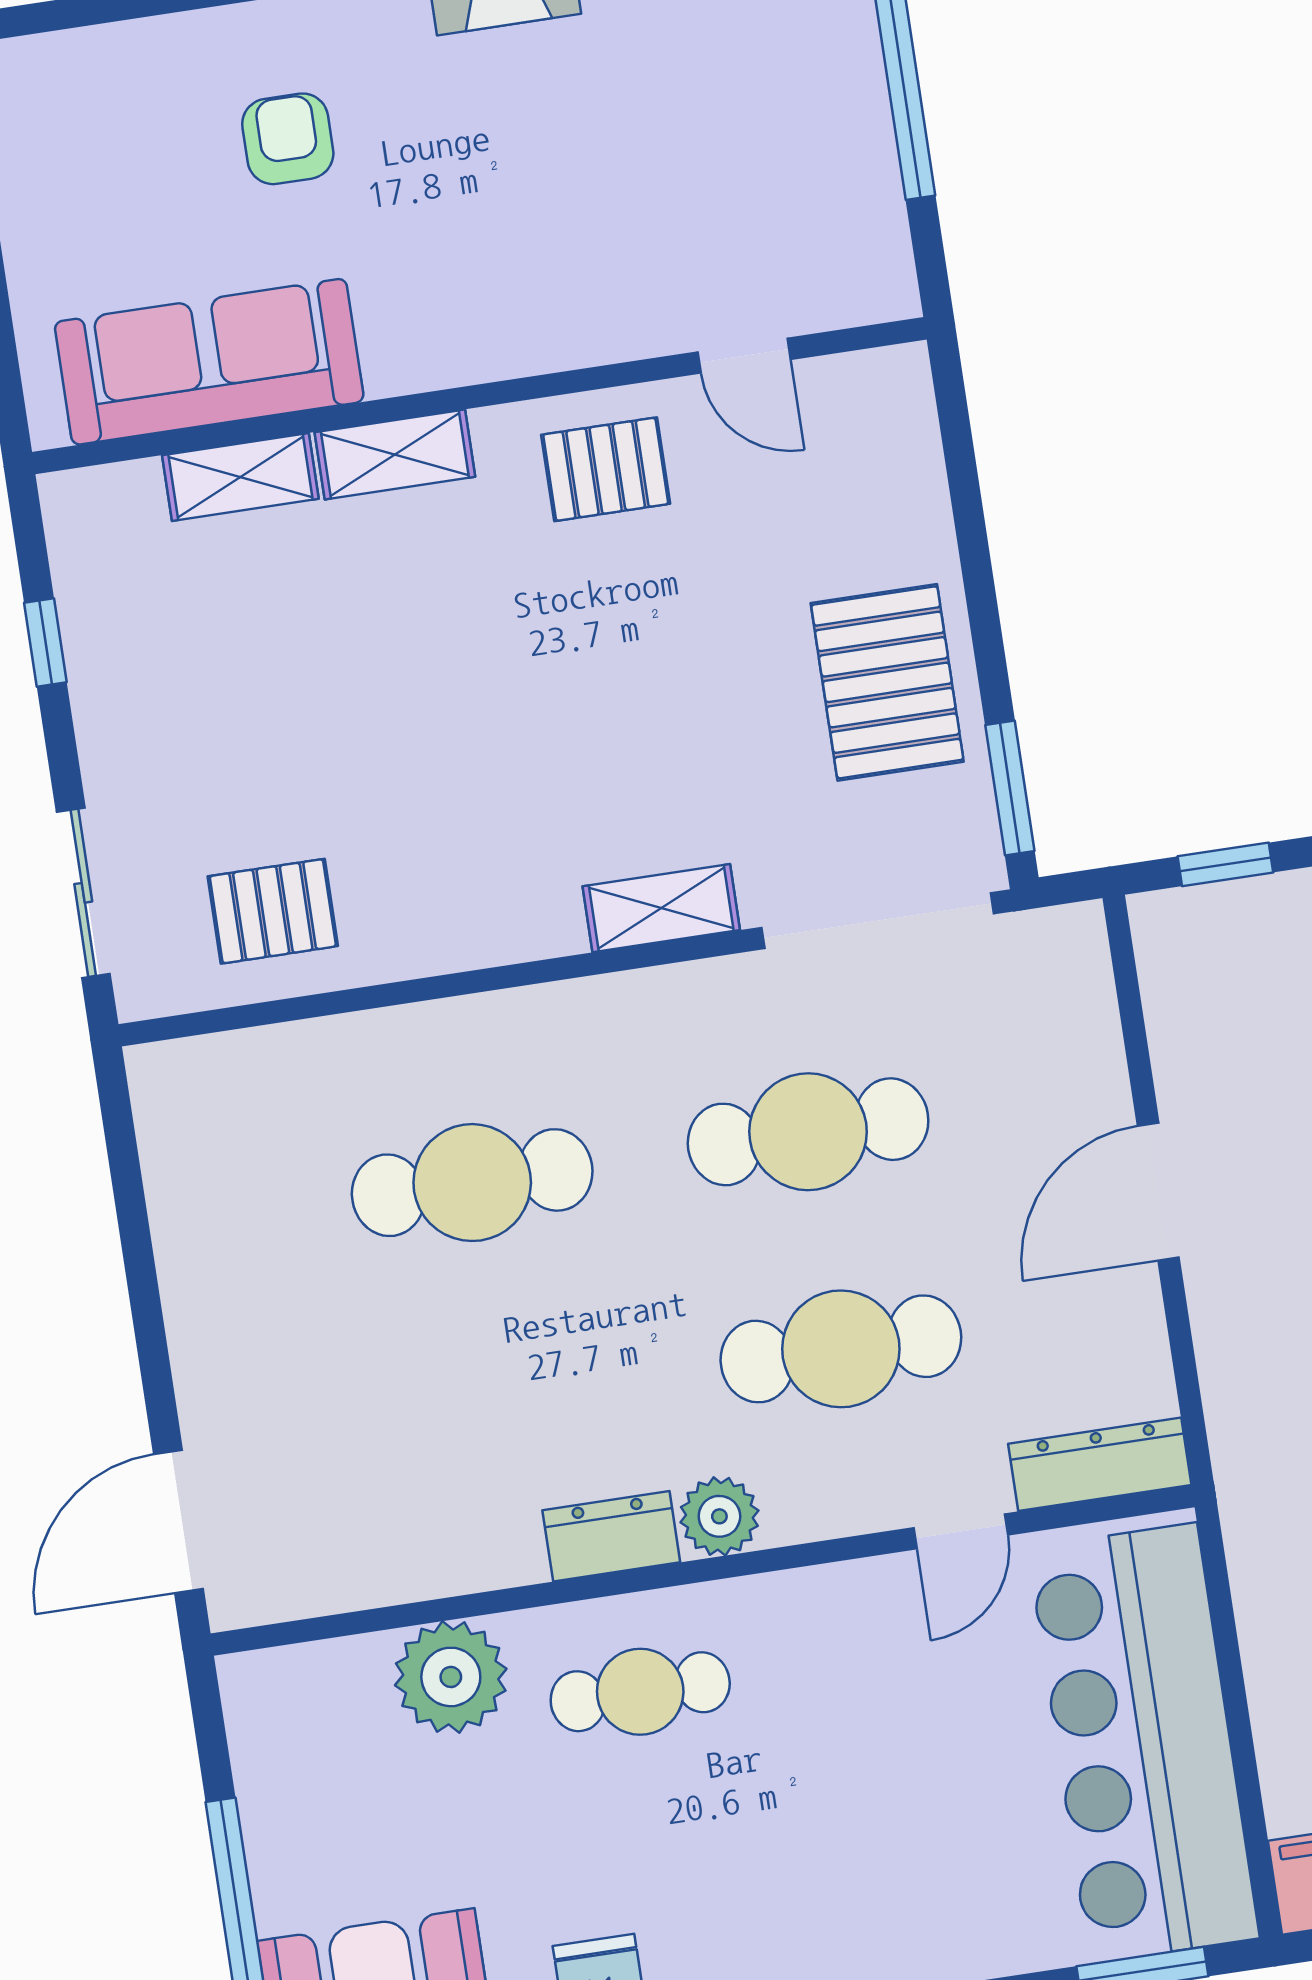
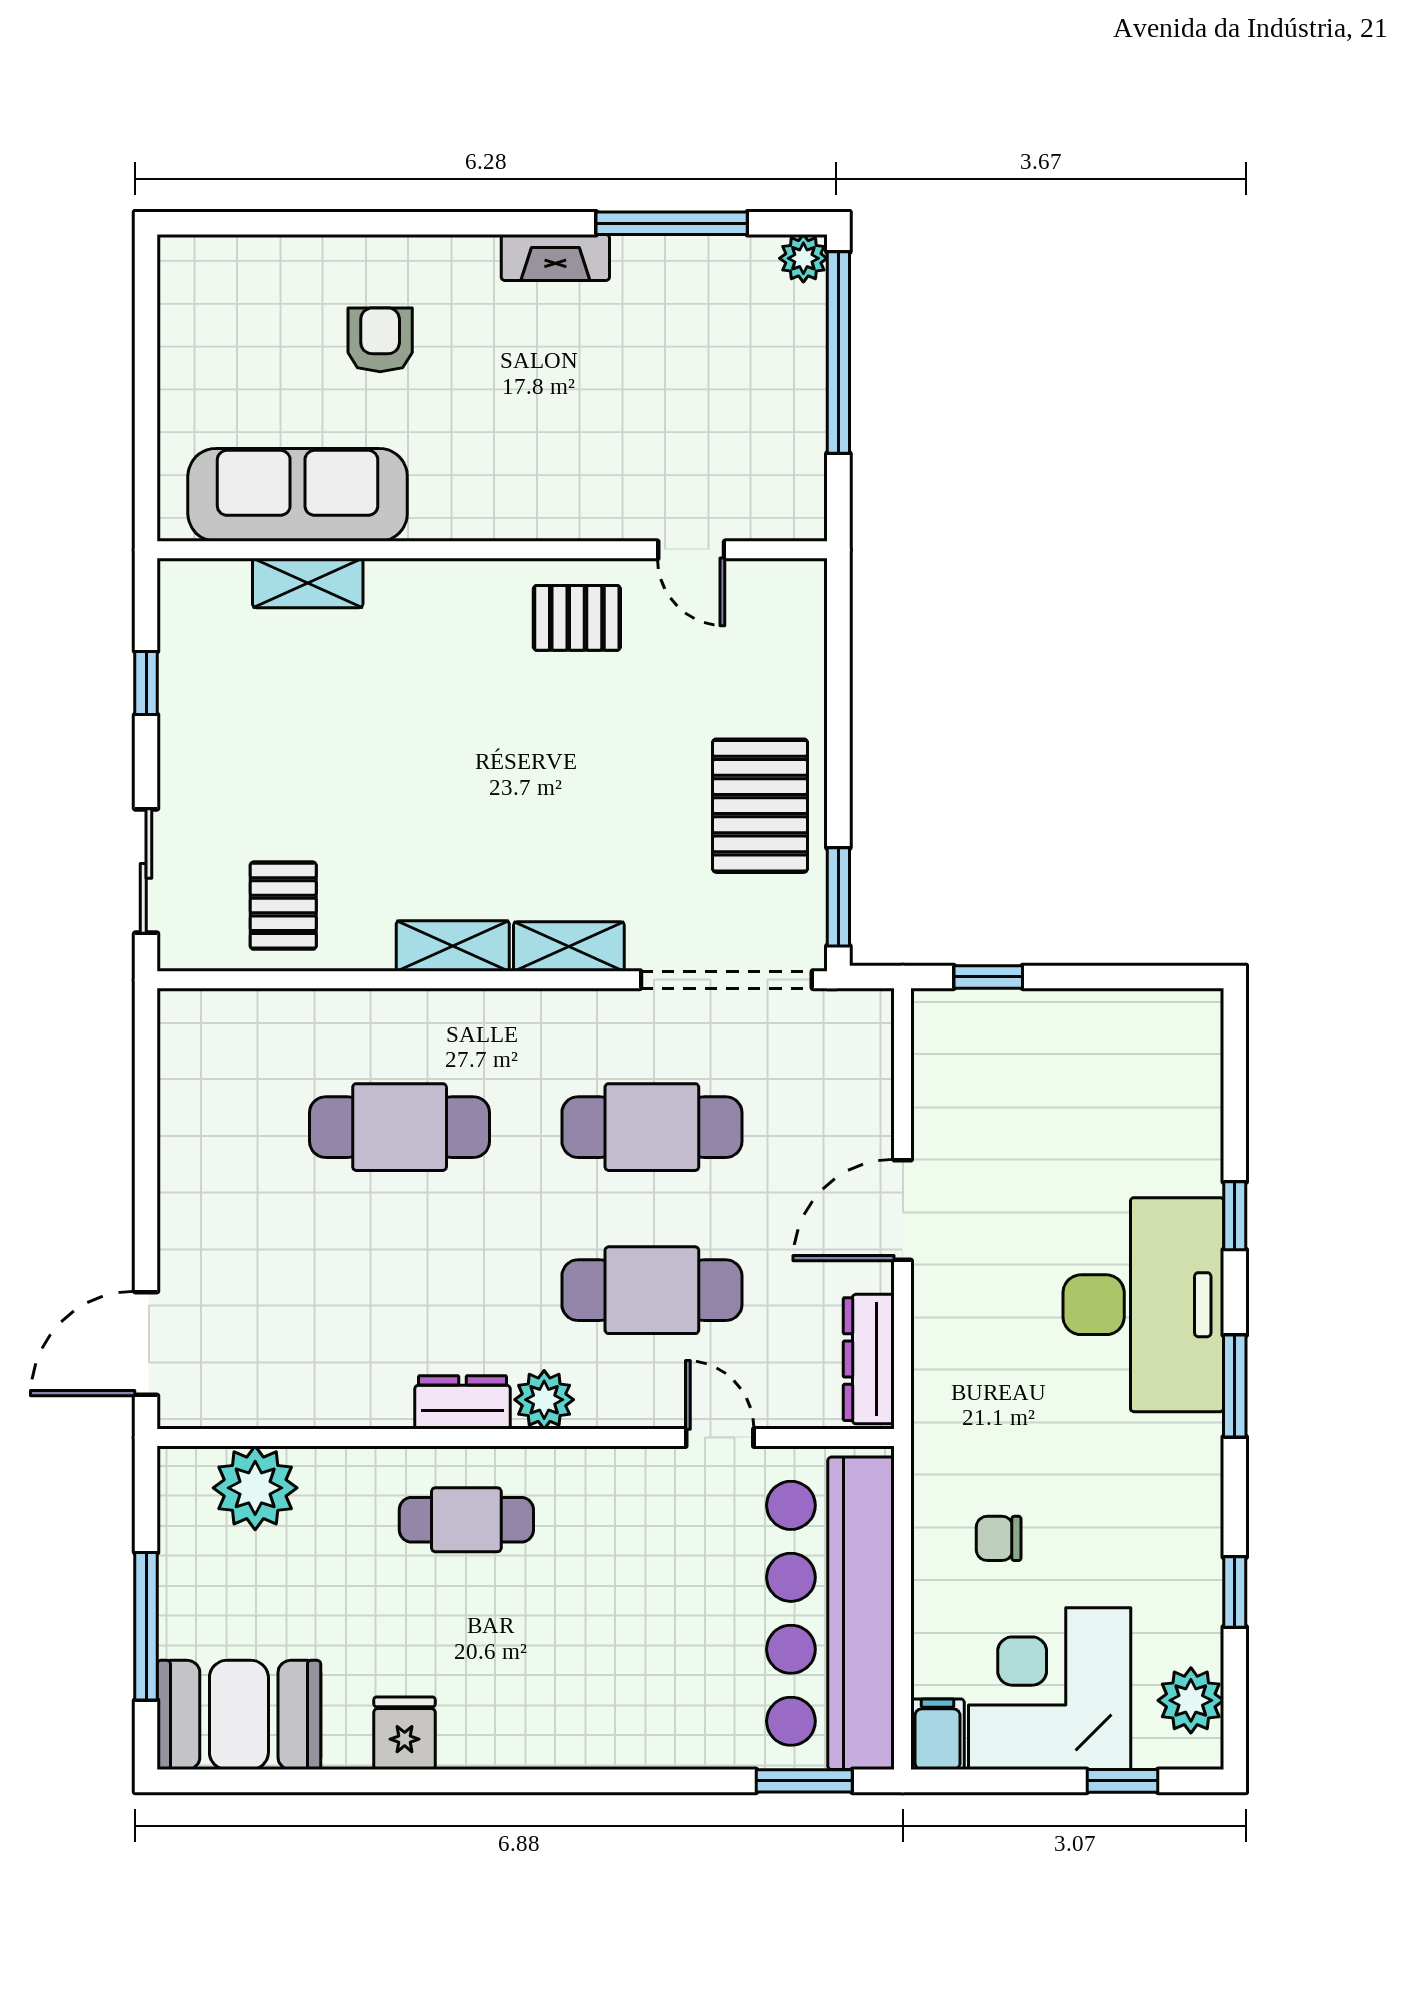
shelving: (395, 454) -> (453, 946), moved
pallet: (273, 911) -> (283, 906), turned 90
dresser: (1100, 1464) -> (869, 1359), moved, turned -90
door: (961, 1531) -> (720, 1438), swing flipped
plant: (451, 1677) -> (255, 1488), moved

